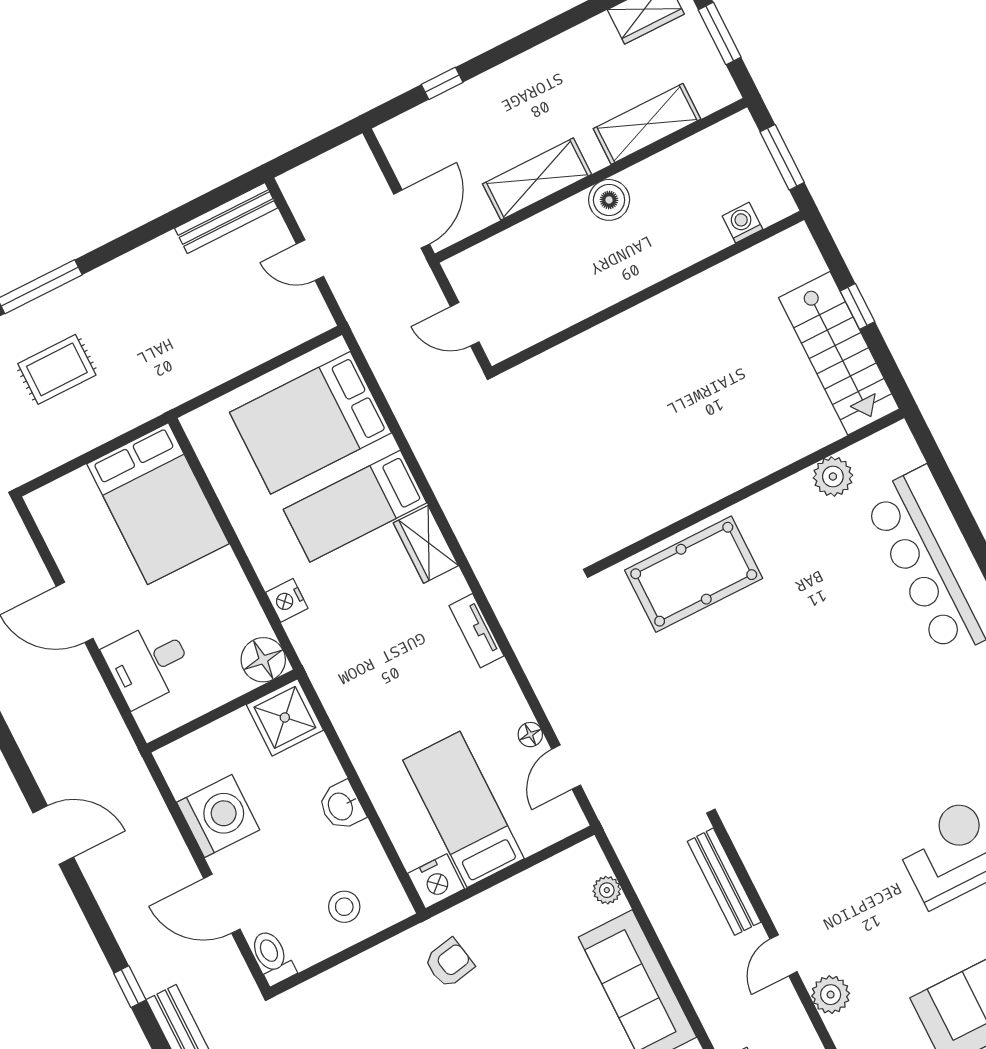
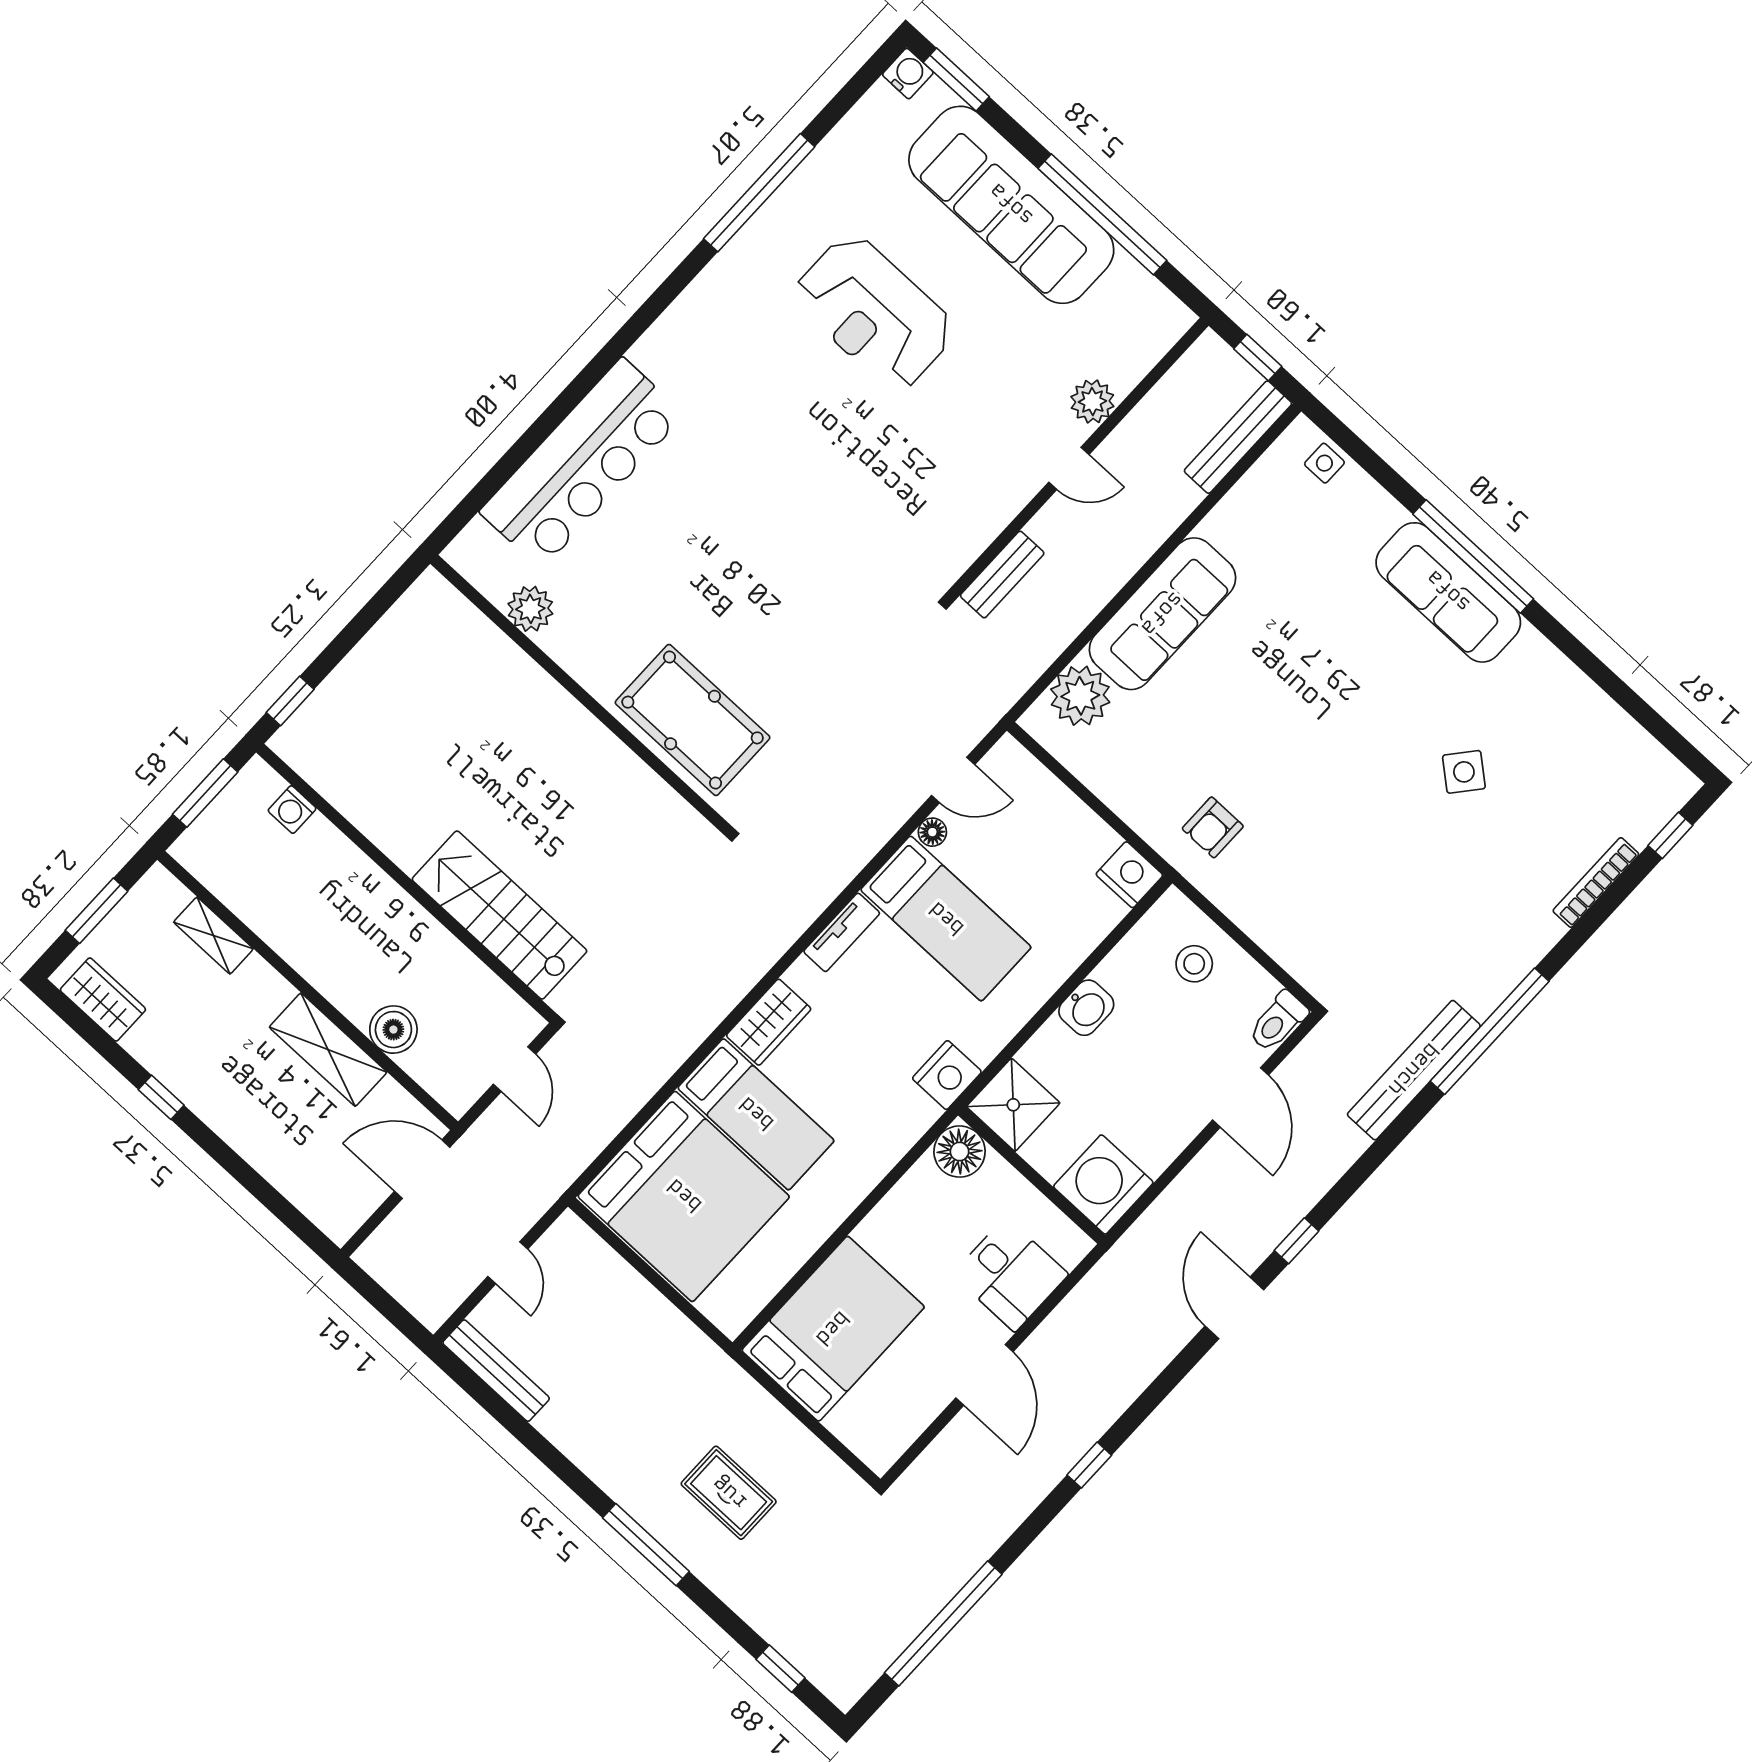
window: (442, 83) -> (161, 1097), moved
shelving: (647, 124) -> (213, 936), width x0.67, depth x0.75
boiler: (609, 200) -> (393, 1030), moved
window: (858, 306) -> (290, 701), moved
stairs: (839, 353) -> (499, 915), moved, turned -90
bed: (310, 423) -> (684, 1196), width x1.36
nightstand: (287, 600) -> (947, 1075), moved, width x1.36, depth x1.33
bed: (464, 809) -> (946, 919), moved, turned -90
washing machine: (218, 816) -> (1103, 1184), moved
bench: (724, 882) -> (1002, 575), width x0.73
plant: (607, 890) -> (1080, 696), width x1.88, depth x1.88
armchair: (449, 963) -> (1213, 827), turned -79
window: (130, 987) -> (1296, 1241), moved

